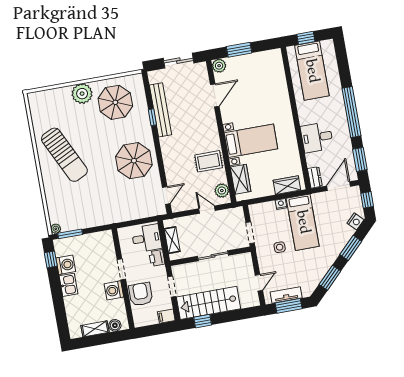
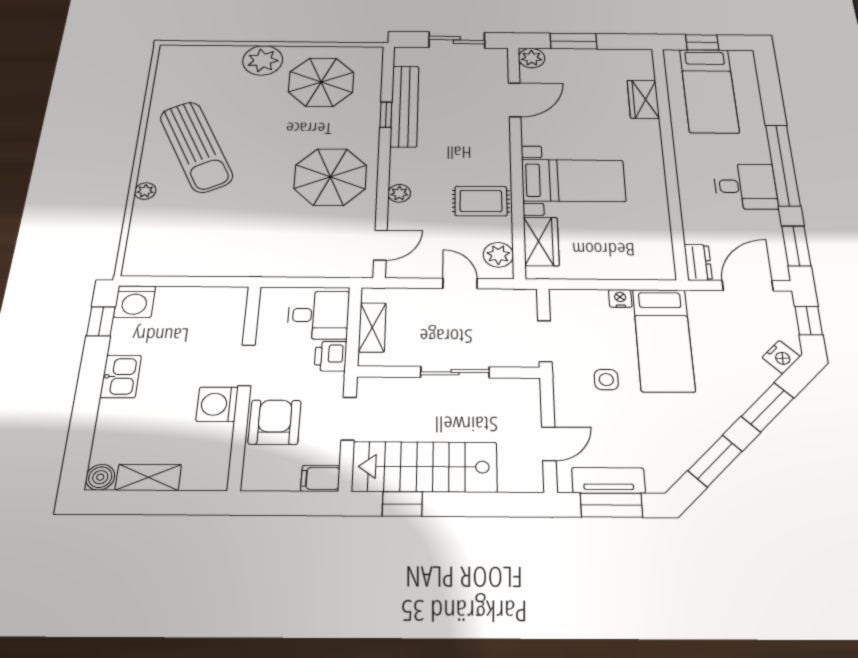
desk: (317, 137) -> (745, 186), moved, turned 180
plant: (169, 164) -> (399, 193), added
wardrobe: (287, 185) -> (643, 99), moved, turned -90
plant: (56, 229) -> (145, 191), moved
window: (70, 234) -> (159, 281), removed
washing machine: (66, 265) -> (135, 302), moved, turned 90
boiler: (115, 325) -> (100, 477), moved

